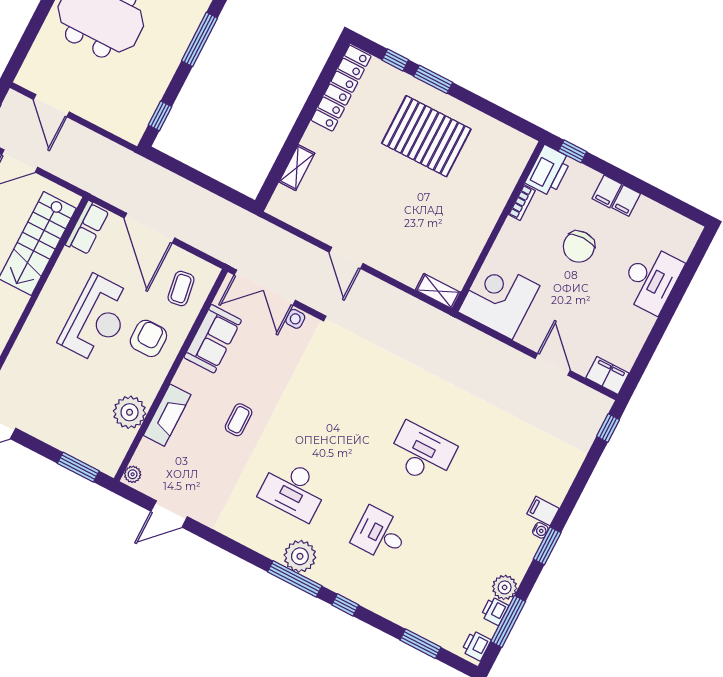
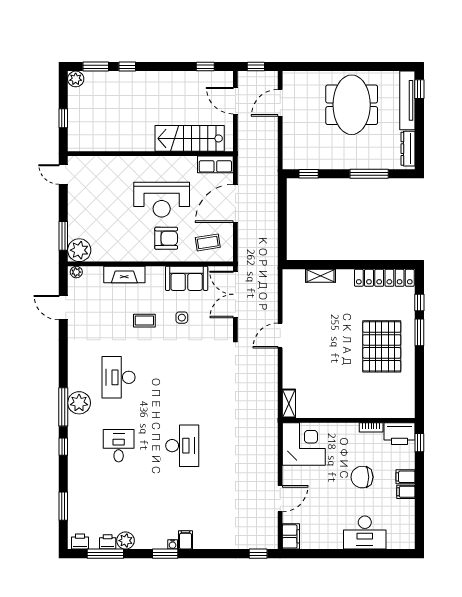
side table: (295, 319) -> (182, 318), moved
plant: (130, 412) -> (79, 250), moved

